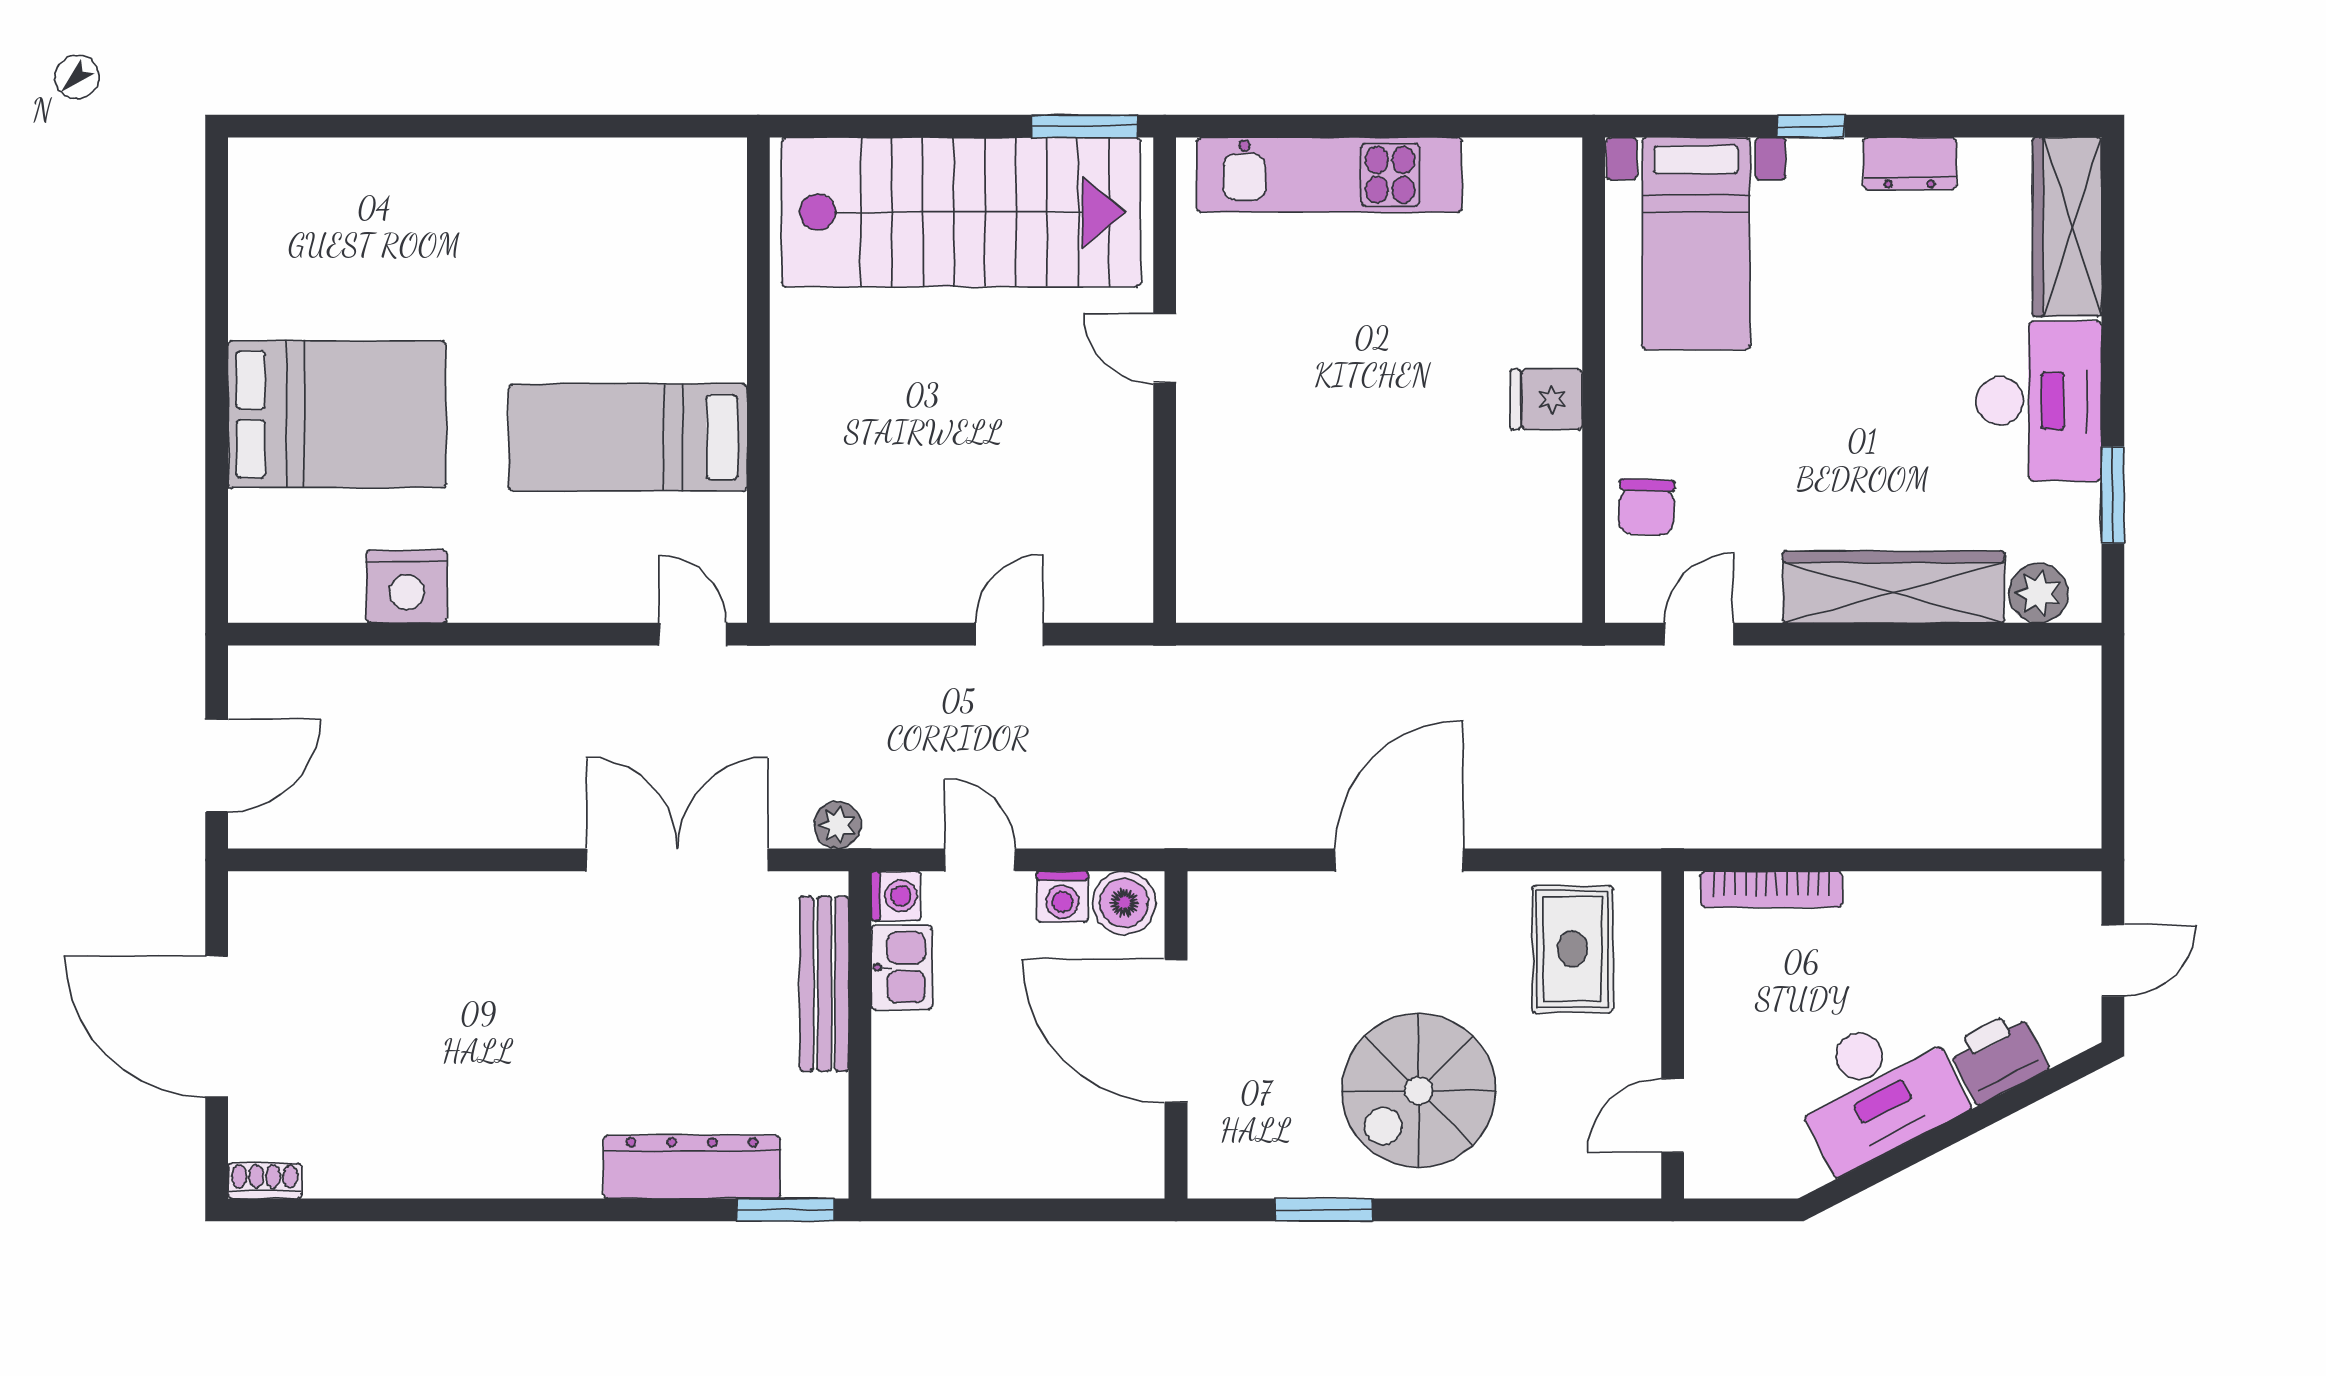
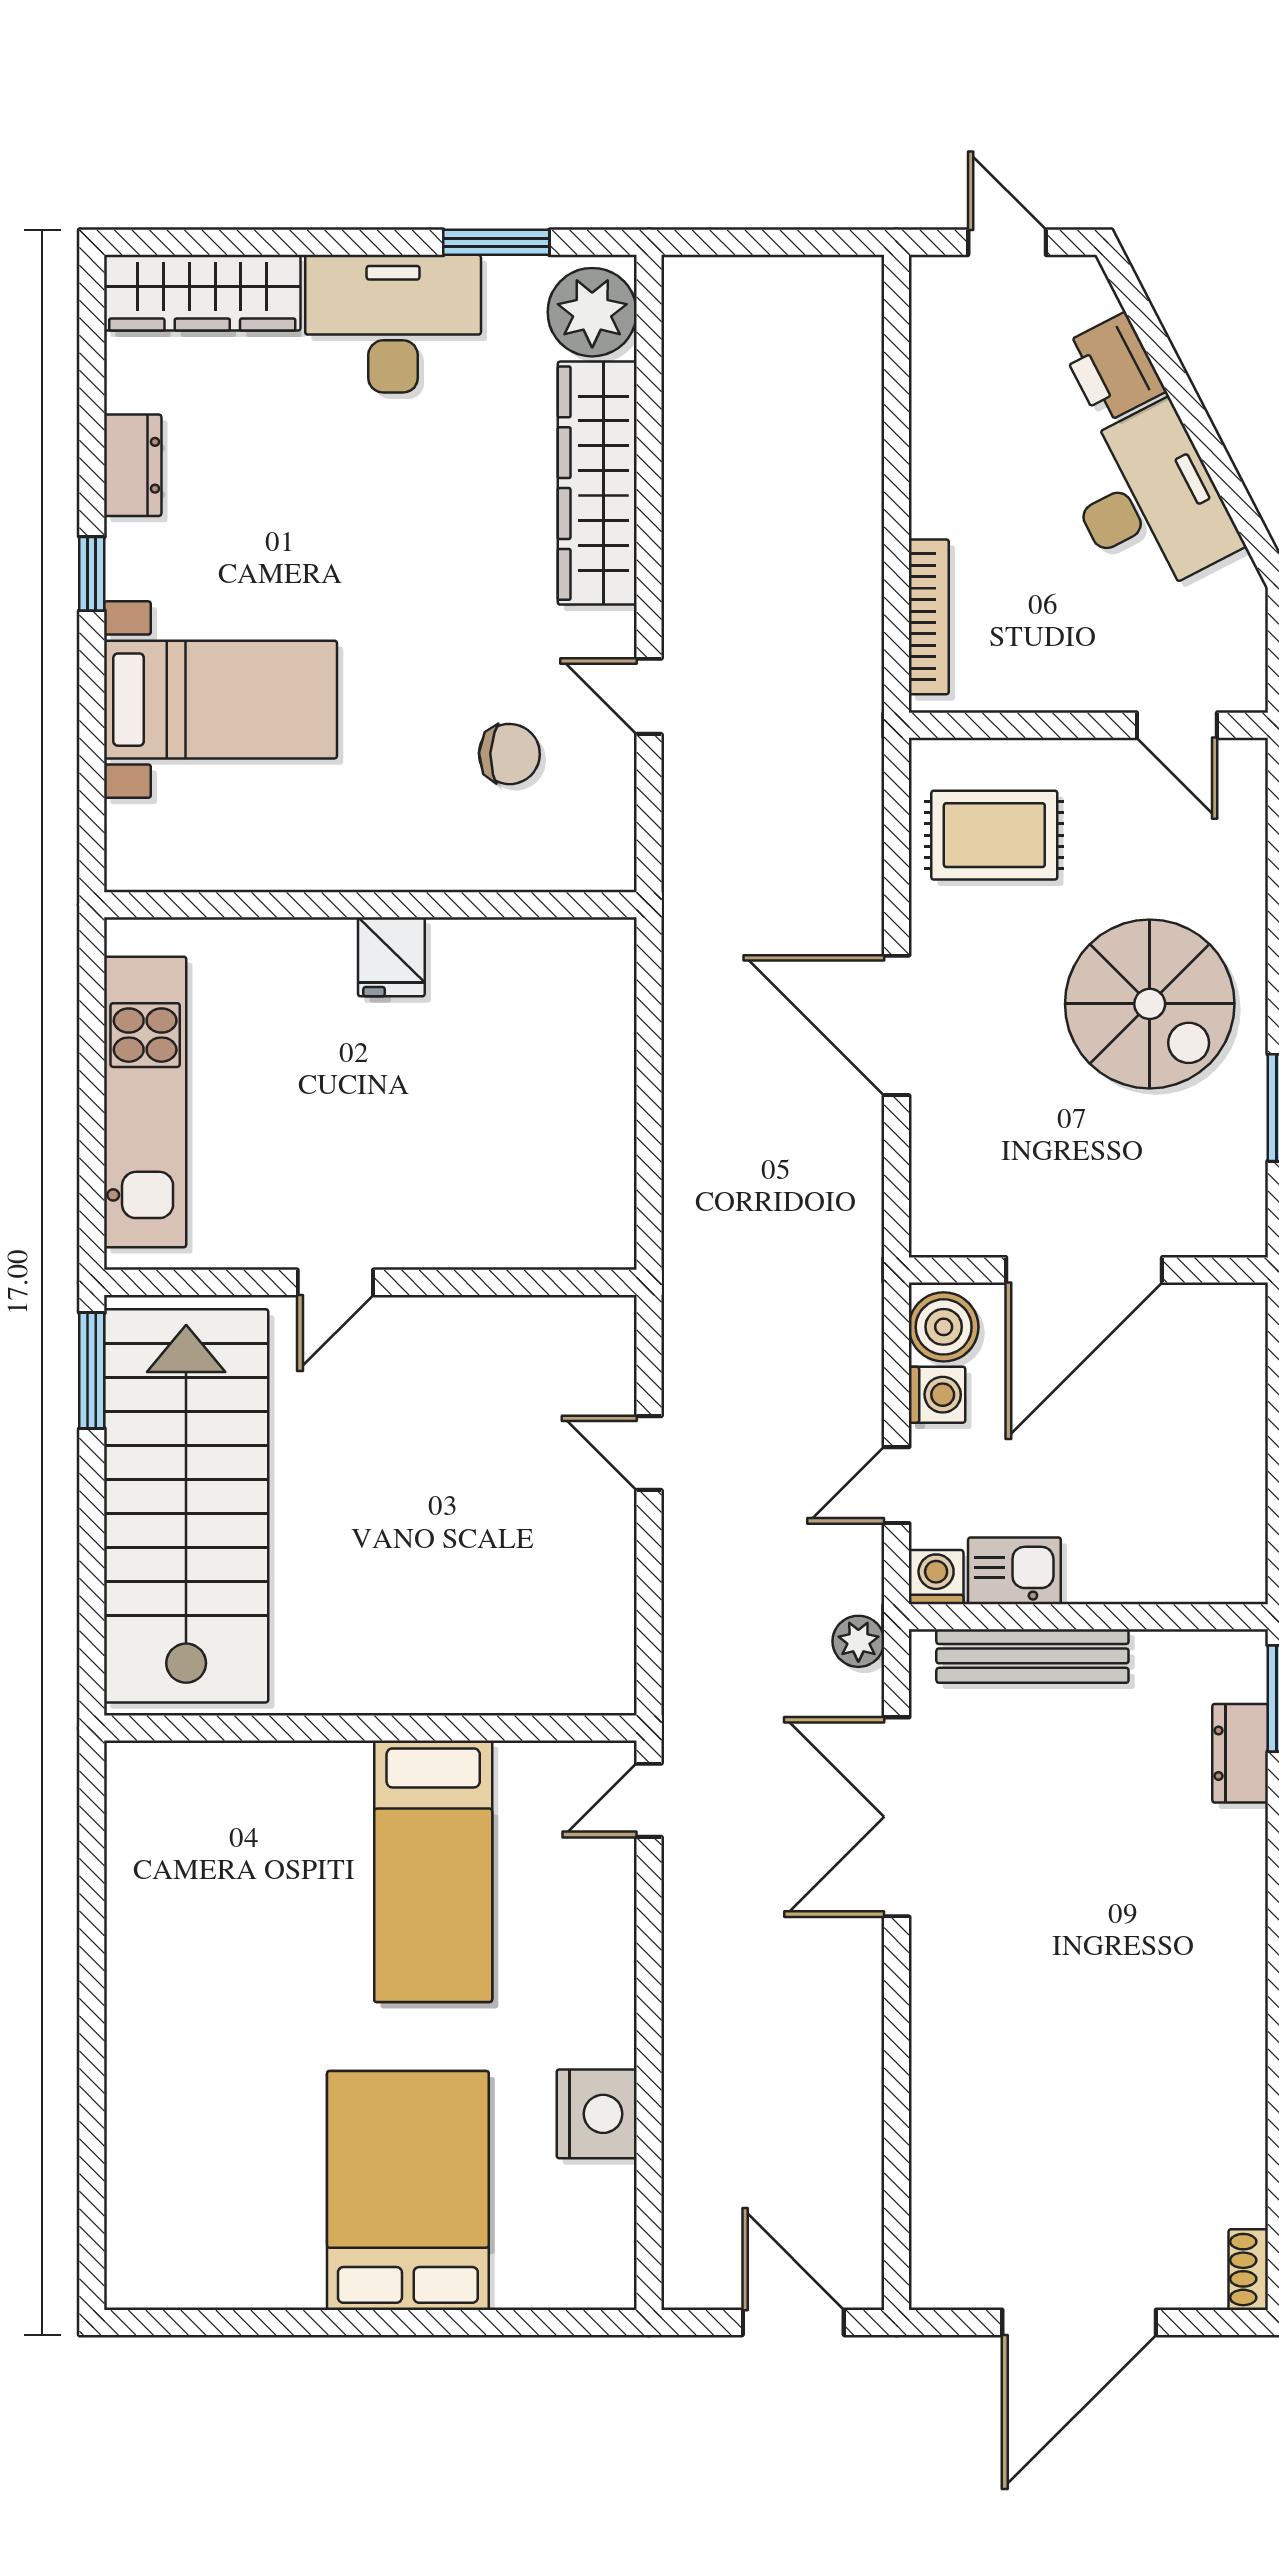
wall: (1594, 380) -> (370, 905), moved
fridge: (1546, 399) -> (391, 957), moved
plant: (2038, 593) -> (592, 312), width x1.36, depth x1.36
dresser: (692, 1167) -> (1240, 1753), width x0.51, depth x0.80

